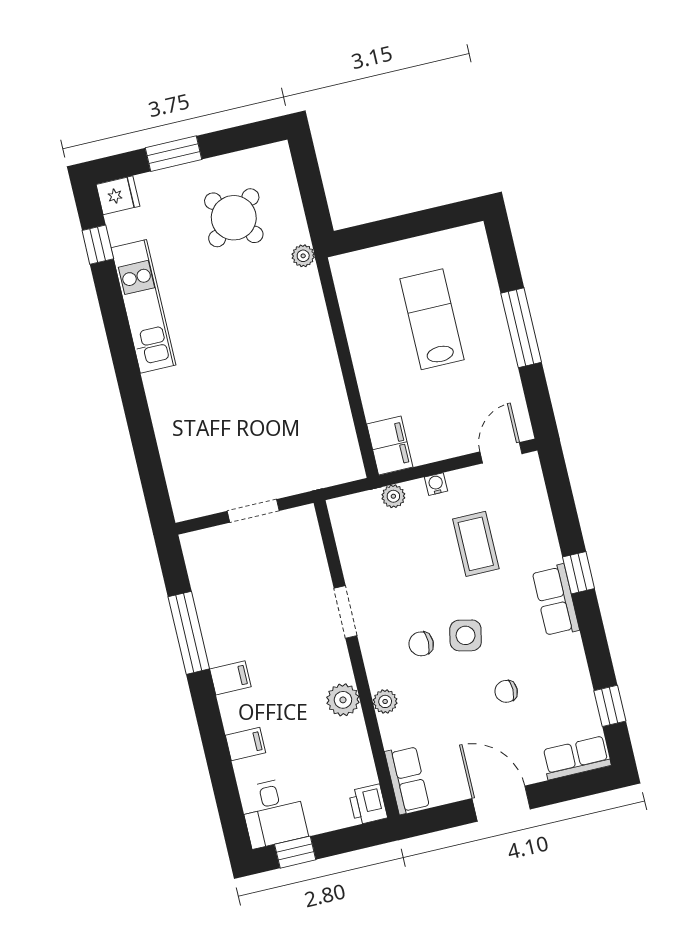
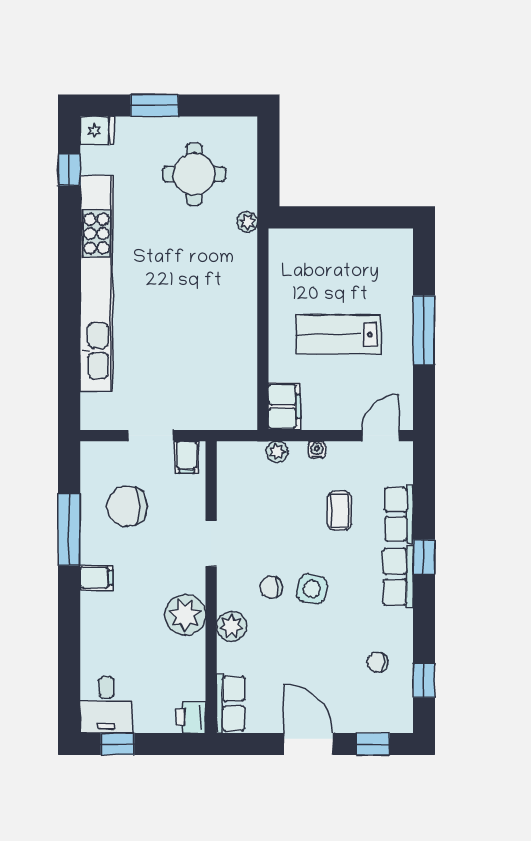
round table: (234, 218) -> (194, 174), turned 38
kitchen unit: (143, 306) -> (96, 283), width x1.86
lab bench: (432, 319) -> (339, 334), moved, turned -90
coffee table: (476, 544) -> (340, 511), width x0.73, depth x0.77
chair: (245, 593) -> (127, 507), added
chair: (506, 691) -> (377, 662), moved
plant: (343, 700) -> (185, 615), width x1.36, depth x1.36
plant: (385, 701) -> (232, 626), width x1.38, depth x1.38
filing cabinet: (245, 744) -> (187, 457), moved, turned 90
row of seats: (576, 758) -> (399, 514), moved, turned -90
window: (571, 787) -> (373, 744), added

